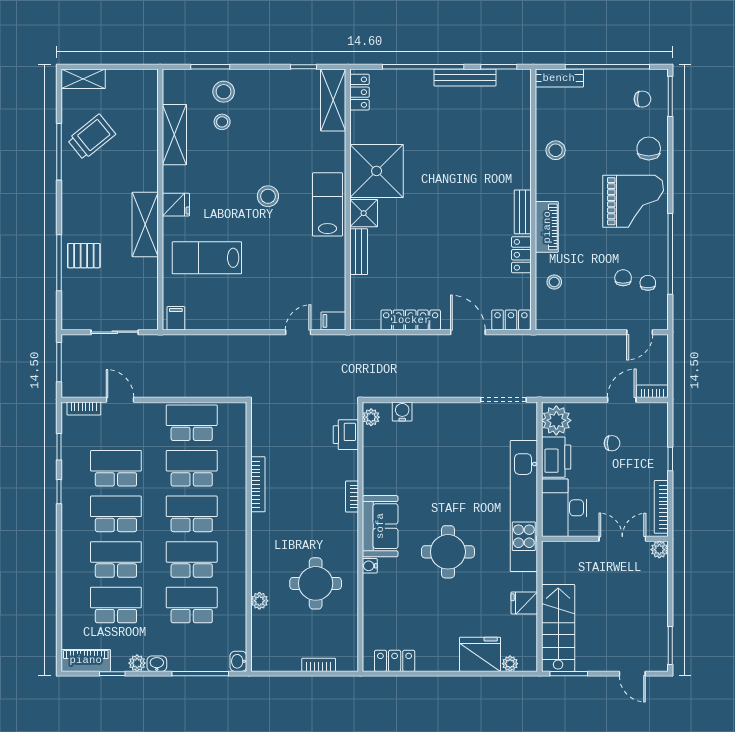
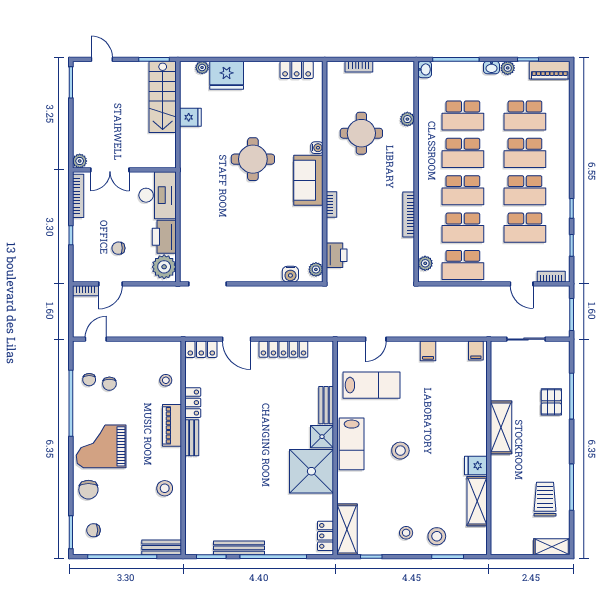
stool: (222, 122) -> (406, 533), moved
trolley: (91, 137) -> (545, 499), turned 129
fridge: (176, 205) -> (476, 466), moved
pallet: (84, 256) -> (551, 402), turned 90
lab bench: (207, 258) -> (372, 385), moved
filing cabinet: (333, 321) -> (428, 351), moved, turned 90
plant: (238, 425) -> (425, 263), added
kitchen unit: (524, 506) -> (191, 197), removed

